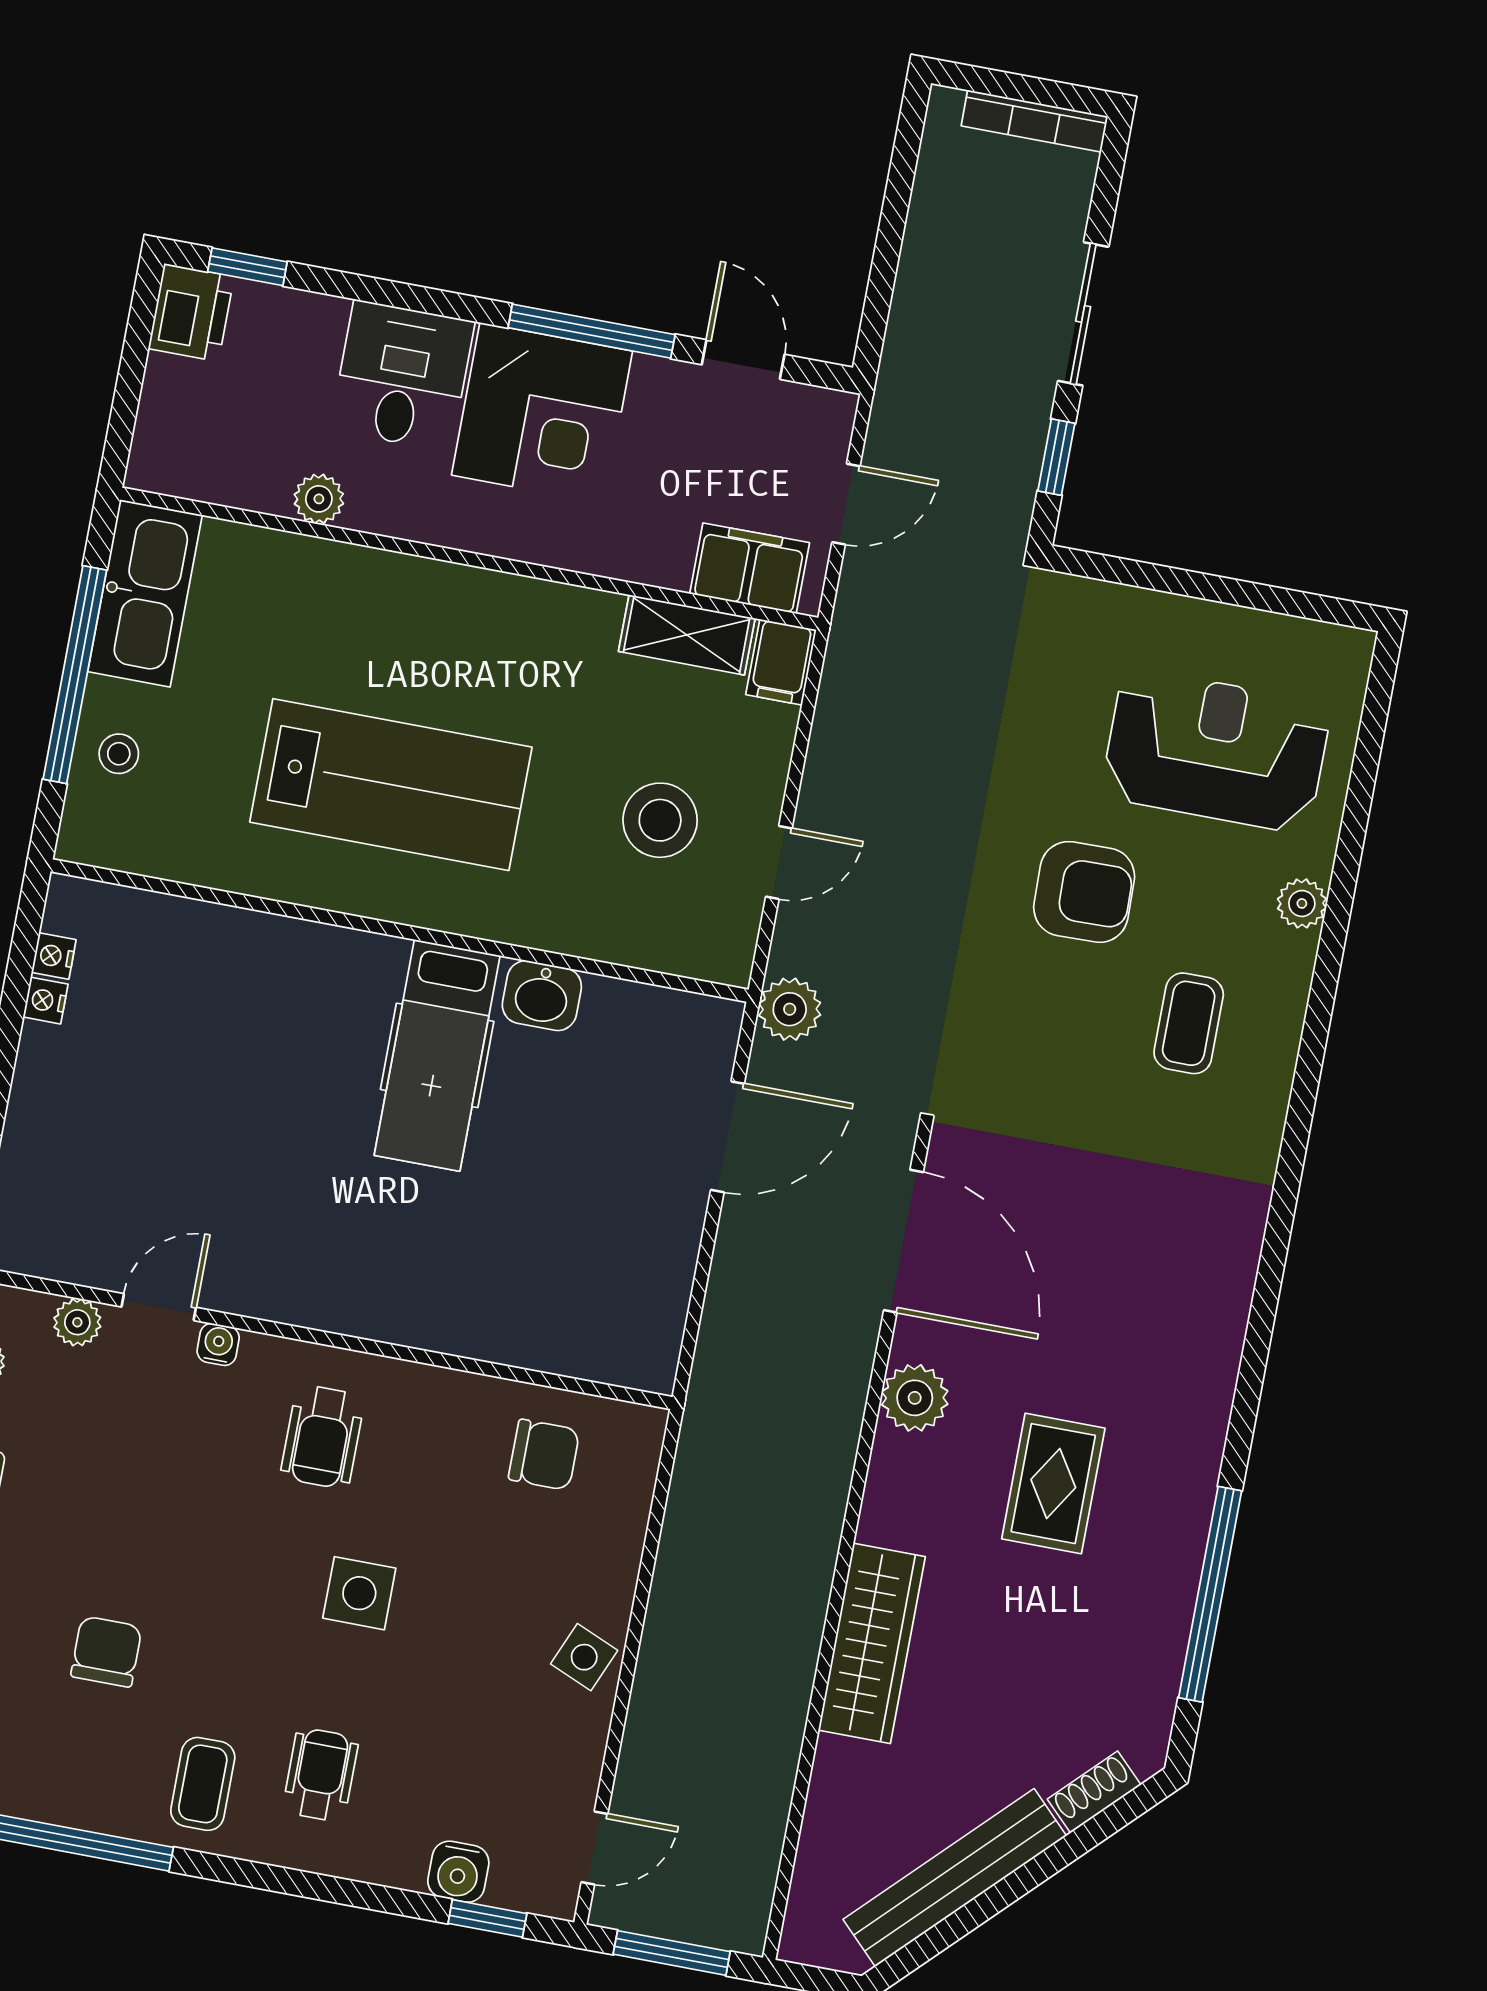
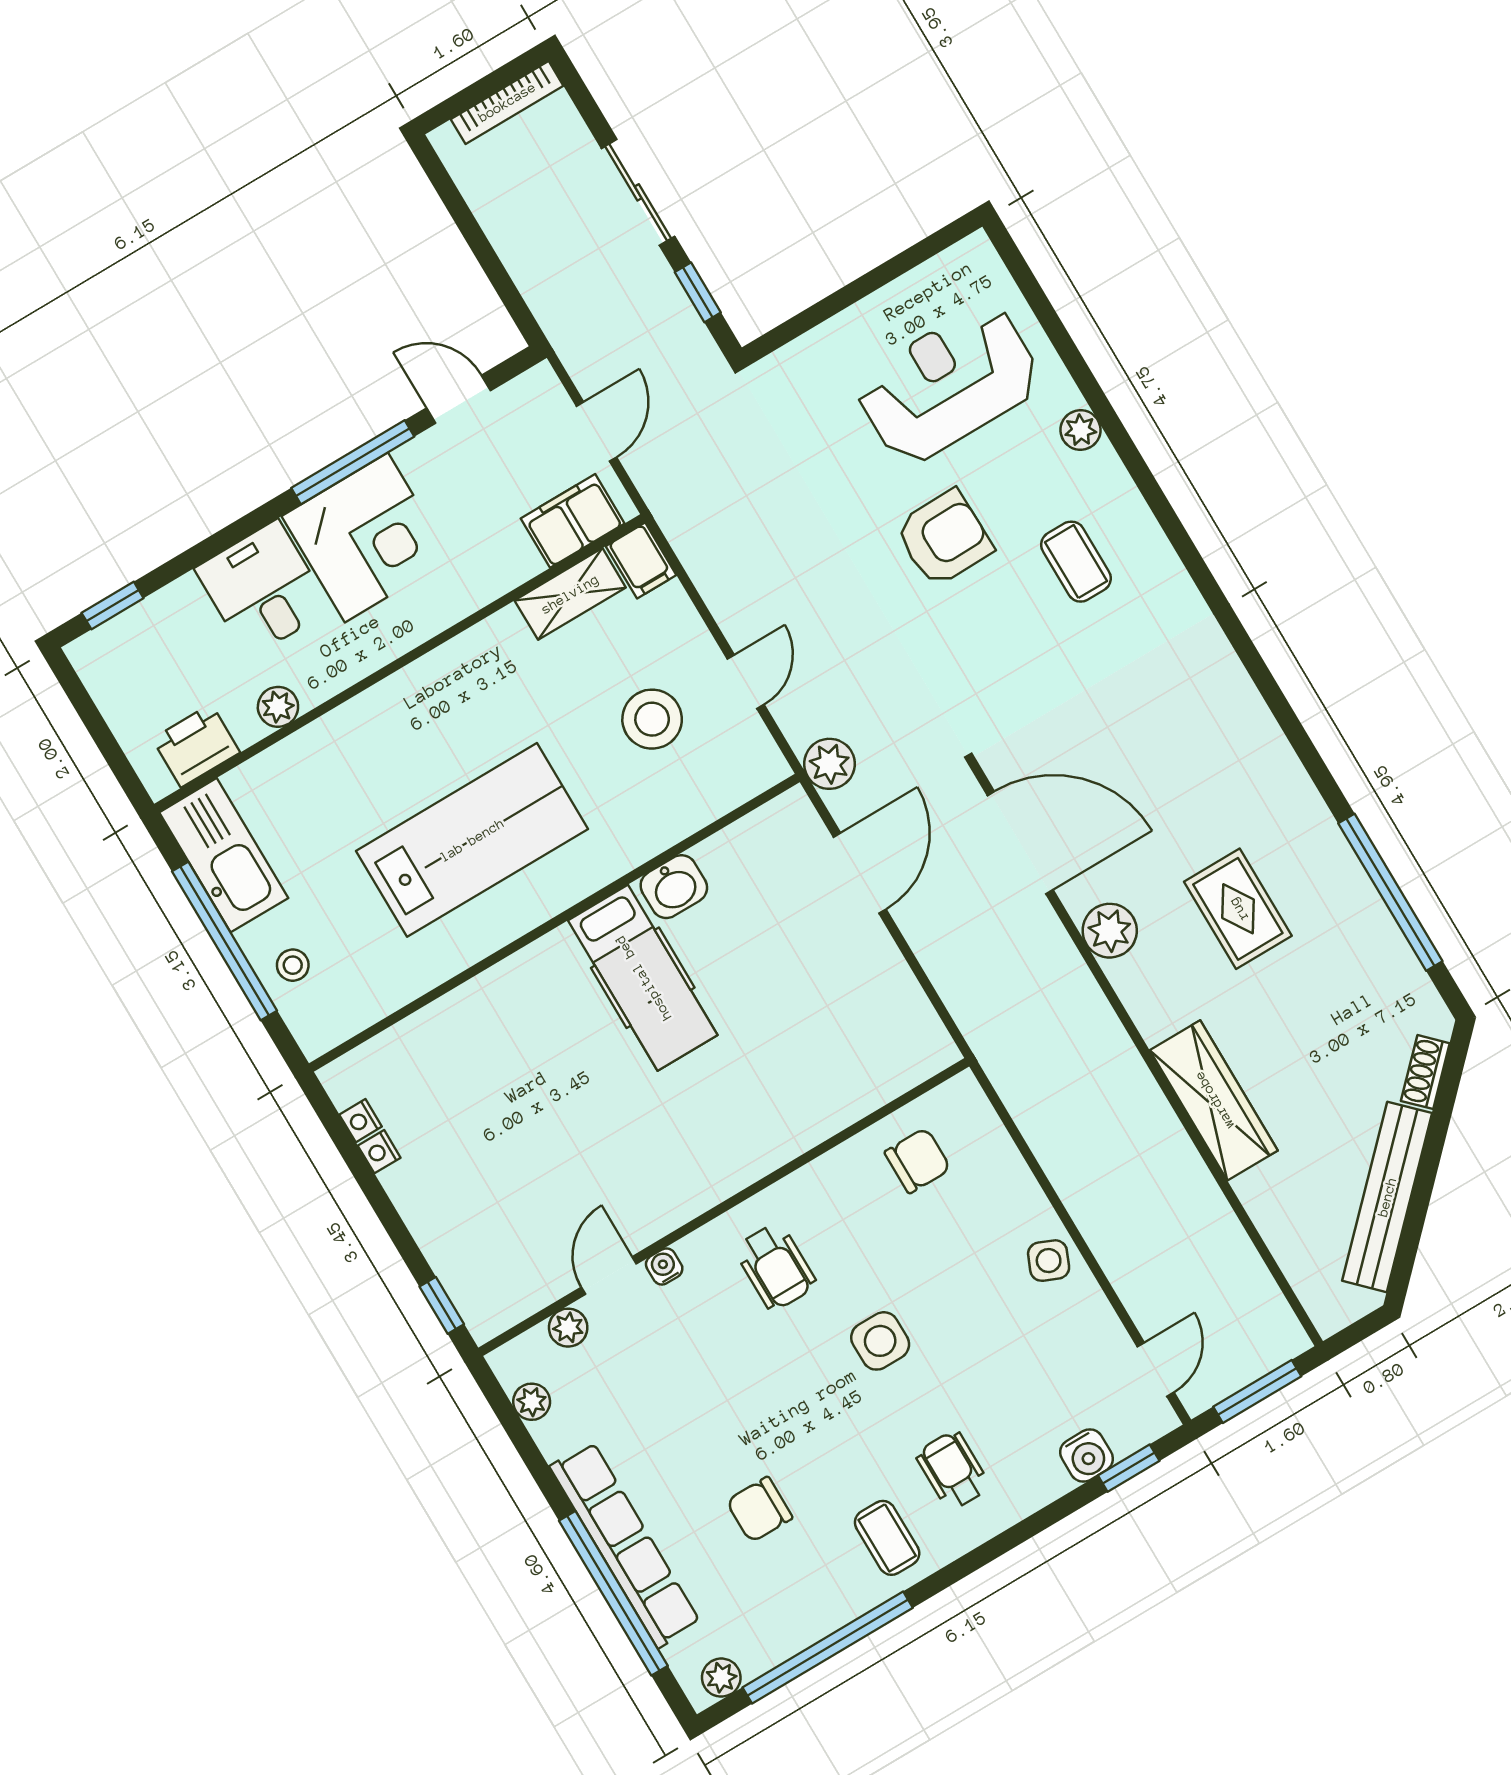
printer: (191, 313) -> (196, 746), moved, turned -90
chair: (106, 1652) -> (759, 1510), turned -90

